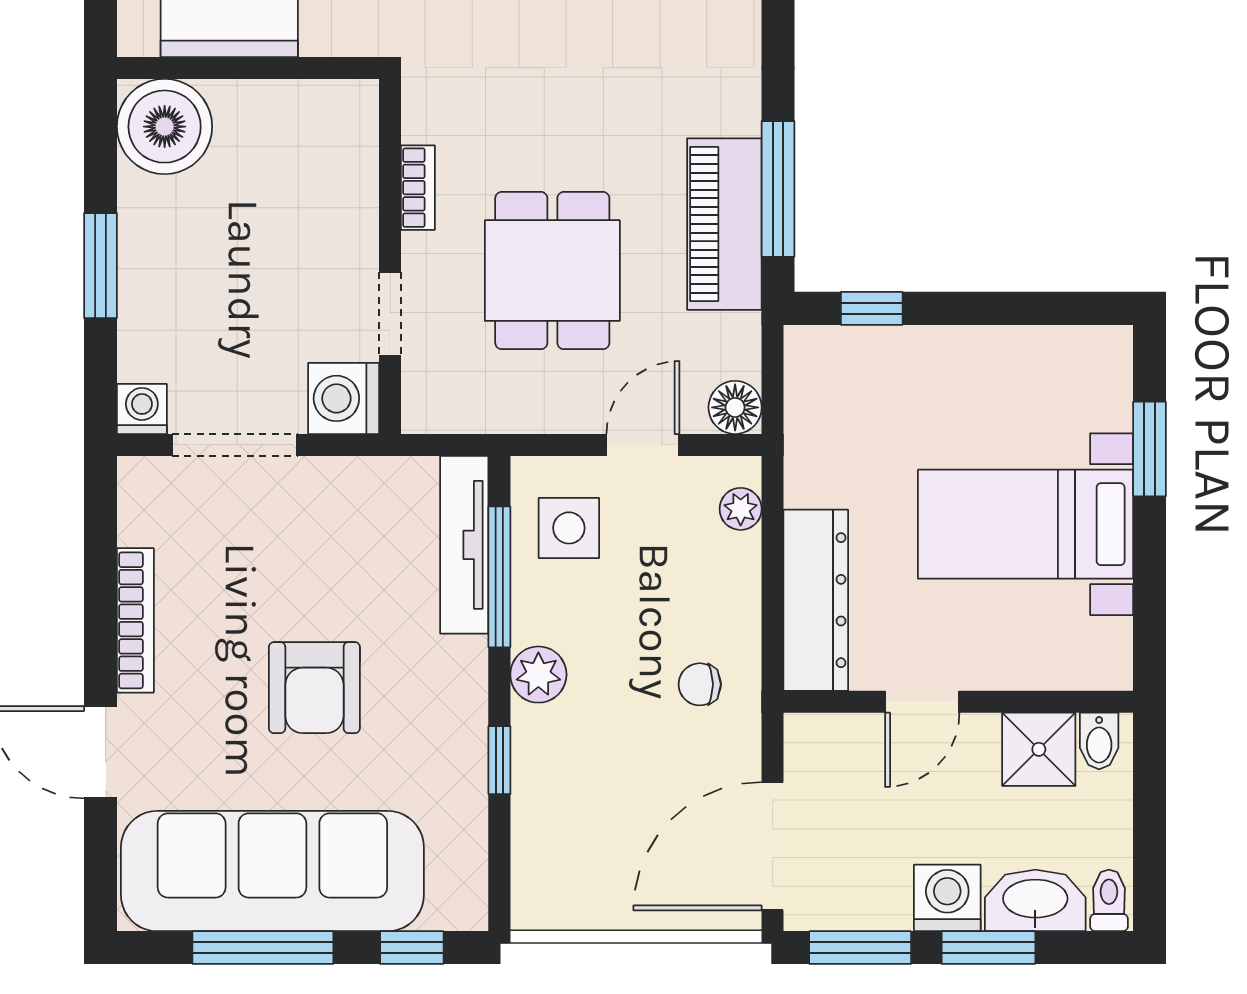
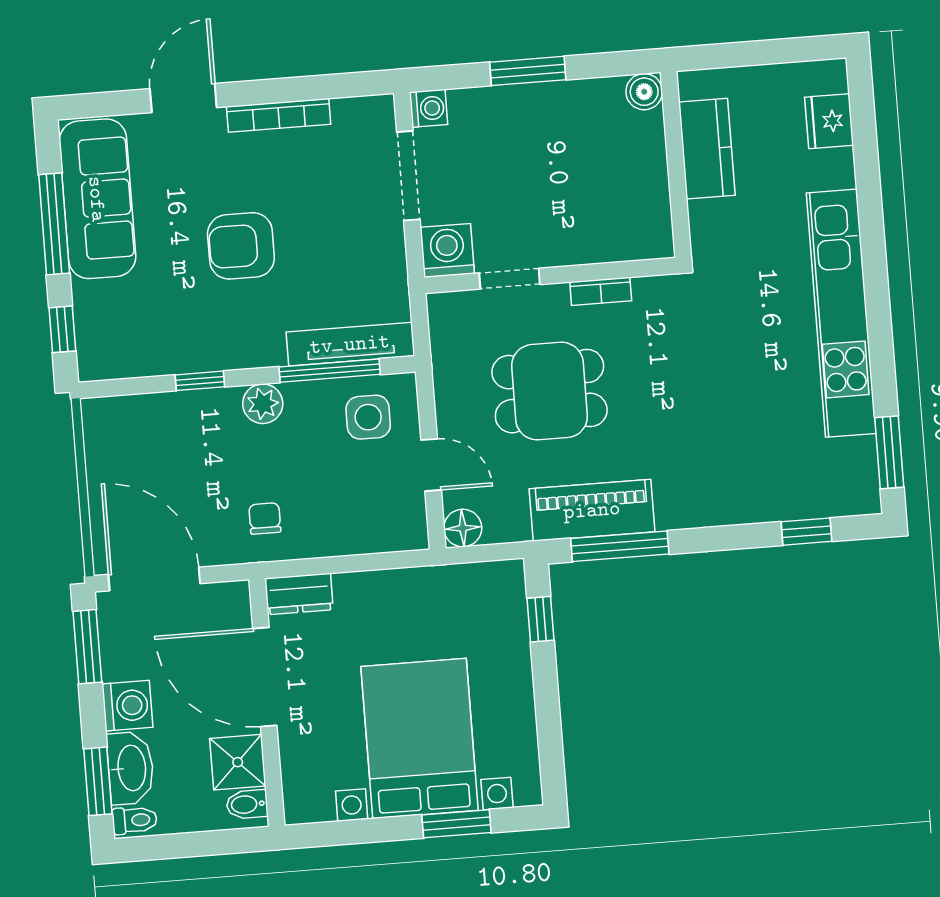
boiler: (165, 127) -> (644, 92), width x0.54, depth x0.54
plant: (741, 509) -> (391, 538), removed
bed with nightstands: (1026, 524) -> (420, 738), width x1.36
dresser: (816, 600) -> (299, 594), width x0.51, depth x0.80
door: (922, 702) -> (265, 677), width x1.88
sofa: (272, 871) -> (97, 199), width x0.74, depth x0.79
window: (988, 948) -> (98, 781), moved

